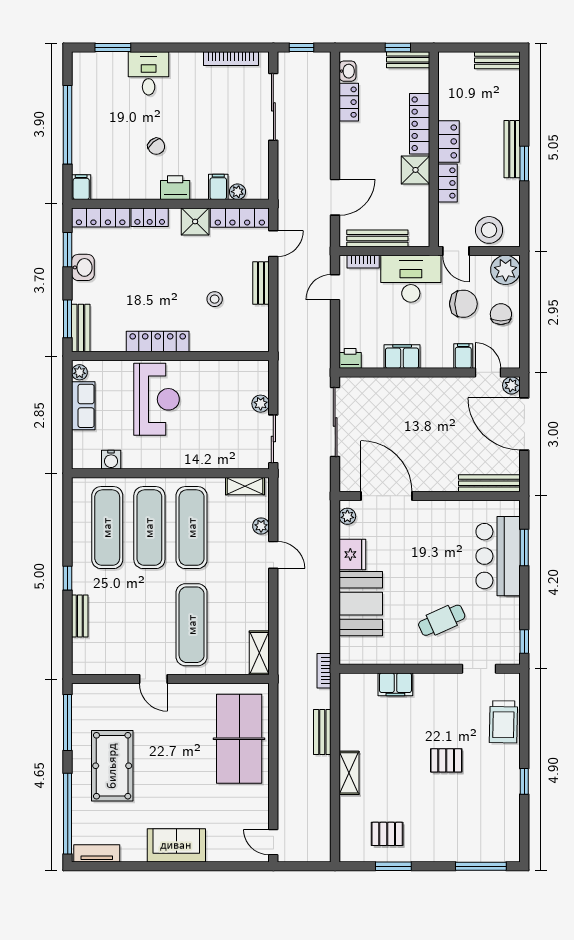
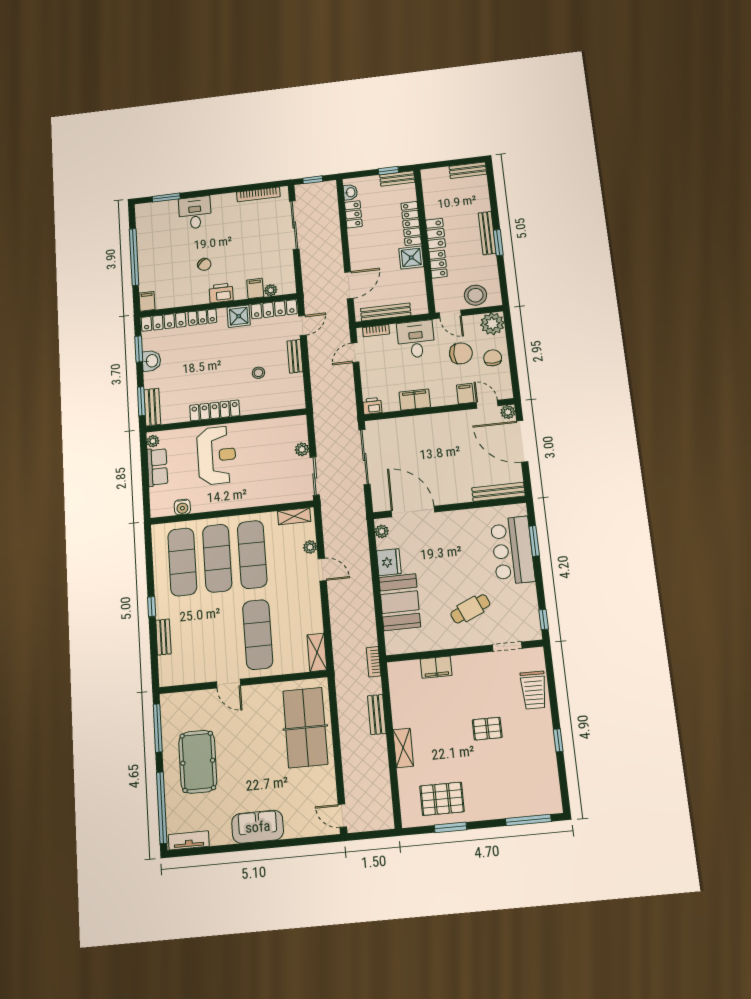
desk: (411, 279) -> (416, 339), width x0.73
pallet: (387, 834) -> (442, 799), width x1.50, depth x1.42

